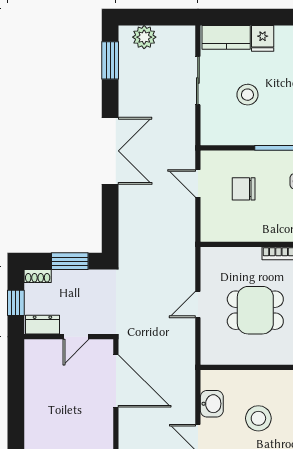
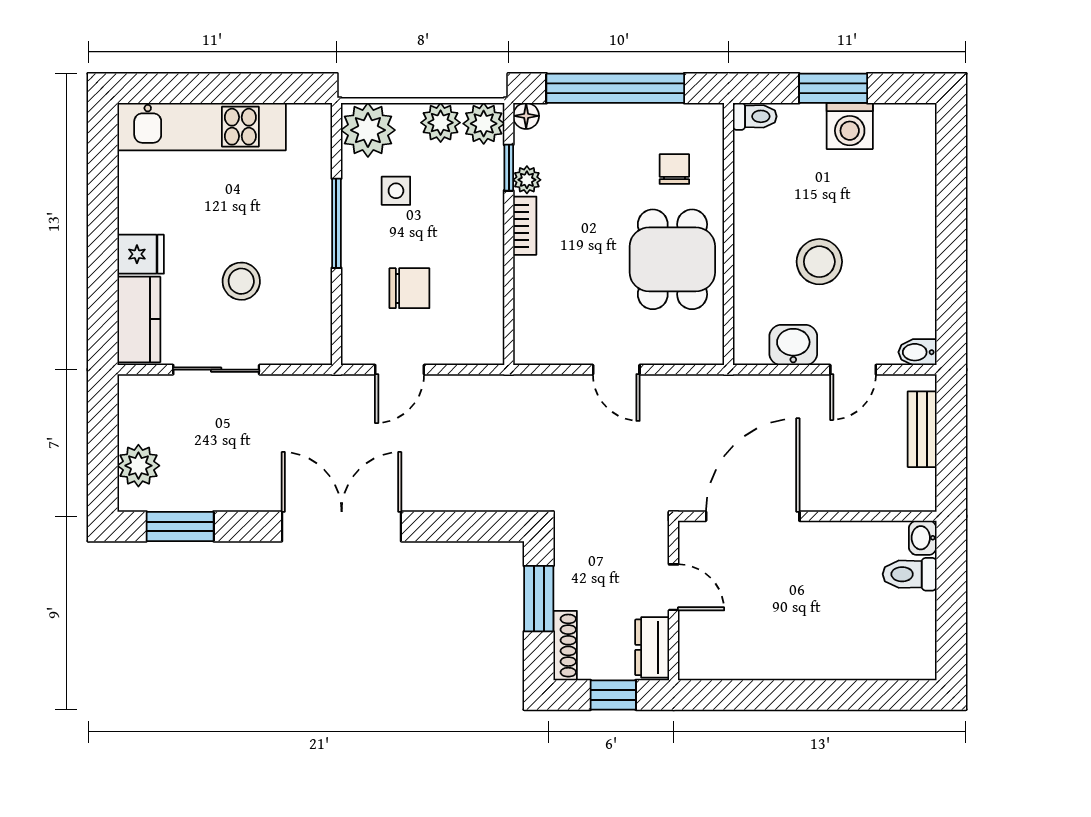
chair: (244, 189) -> (409, 288), turned -90
shoe rack: (38, 276) -> (565, 646), width x1.43
dining table: (255, 310) -> (672, 259), moved

